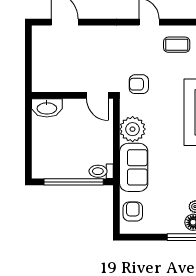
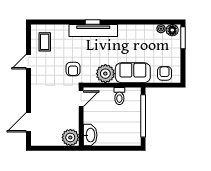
plant: (44, 80) -> (70, 137), added
toilet: (101, 171) -> (119, 96), moved
armchair: (133, 211) -> (164, 73), turned 90

